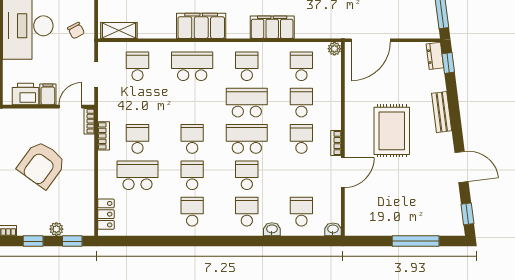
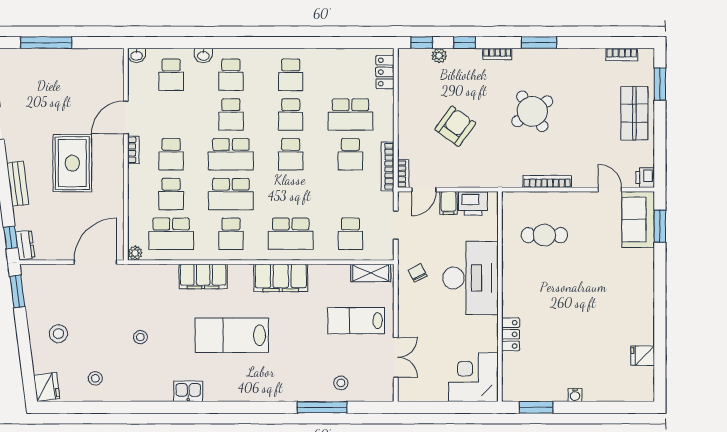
school desk: (301, 66) -> (171, 234), width x1.85
bookcase: (104, 136) -> (388, 166), width x1.56
armchair: (42, 165) -> (455, 126), width x0.73, depth x0.73

